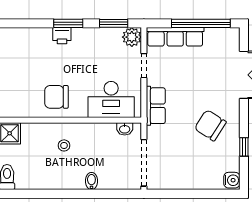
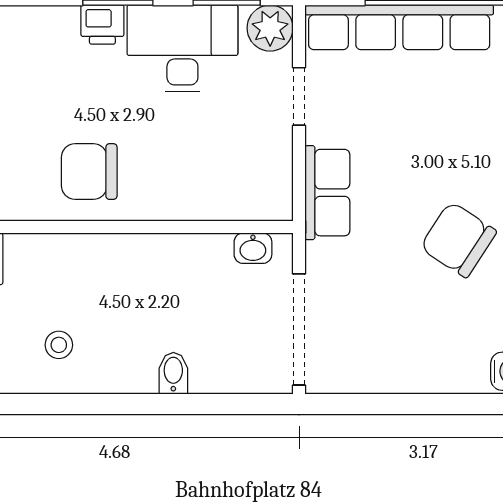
row of seats: (175, 37) -> (399, 27), width x1.36
desk: (111, 99) -> (182, 48), moved, turned 180
stool: (64, 145) -> (59, 345), moved

